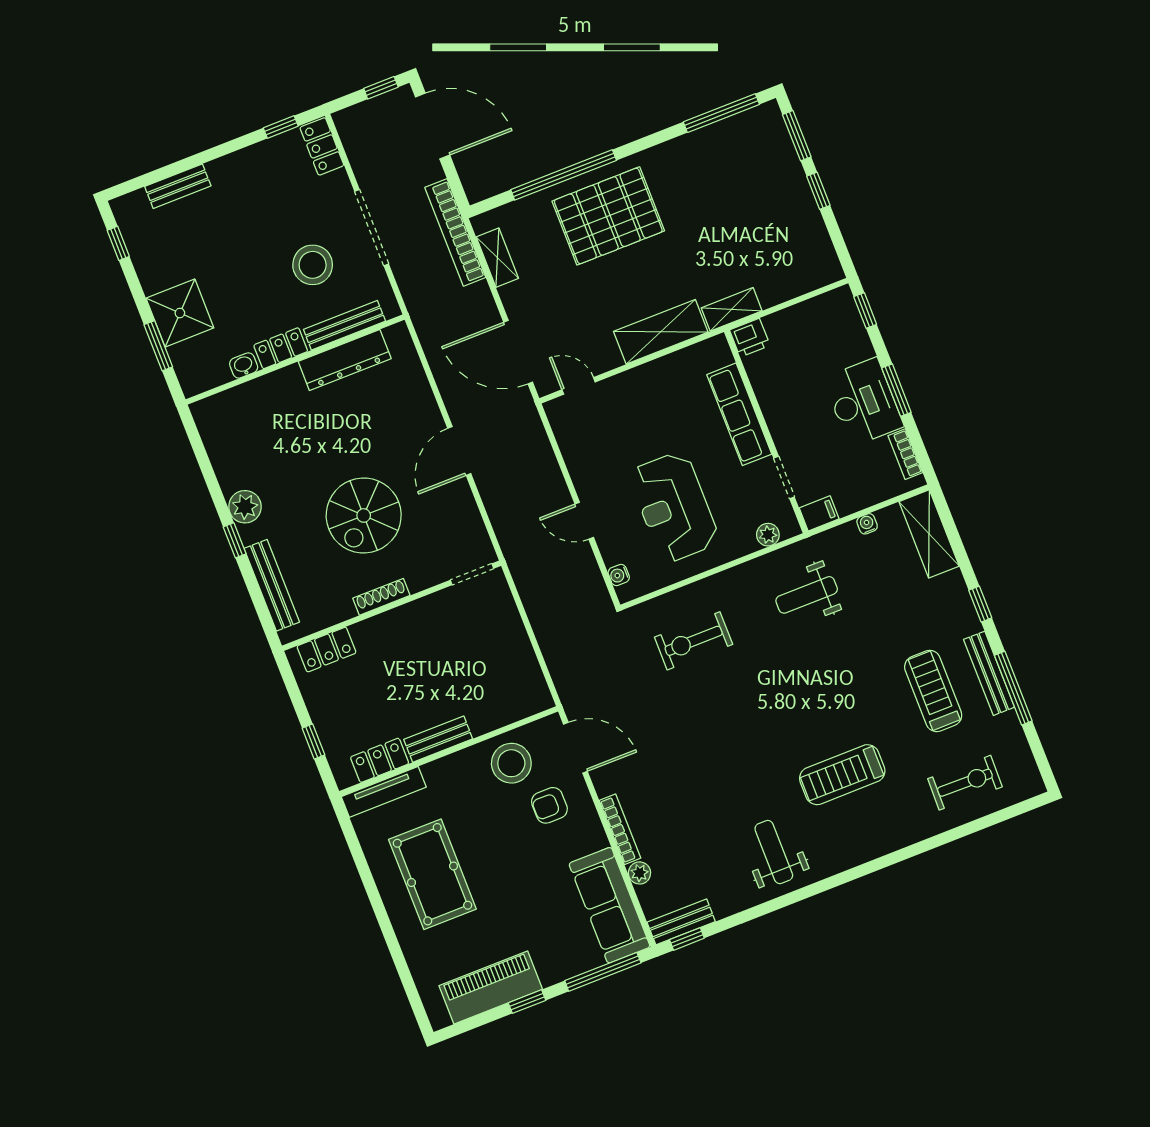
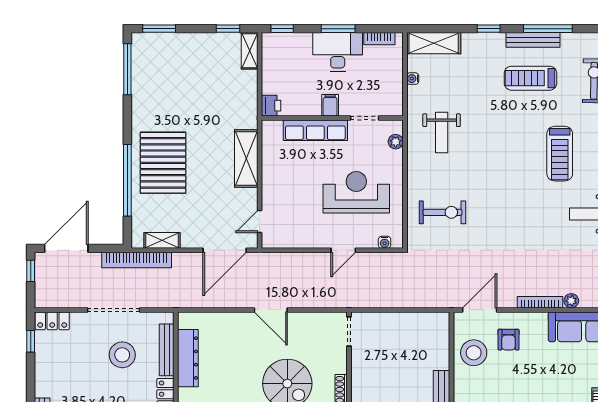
window: (818, 191) -> (228, 29), moved
shelving: (732, 309) -> (250, 51), moved
reception desk: (674, 507) -> (356, 192), turned 180
filing cabinet: (819, 513) -> (330, 105), moved
exercise bike: (694, 641) -> (443, 212), turned -90

